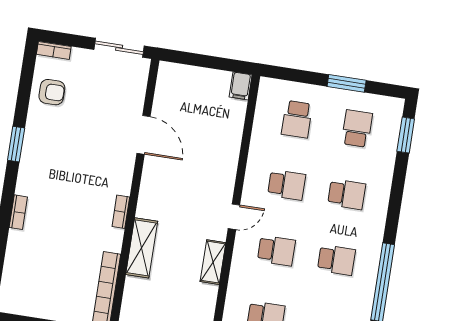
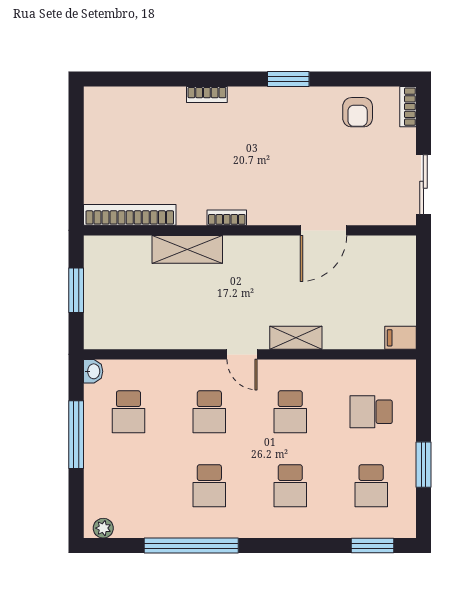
school desk: (357, 129) -> (371, 486), turned 90
shelving: (213, 262) -> (296, 338), moved

